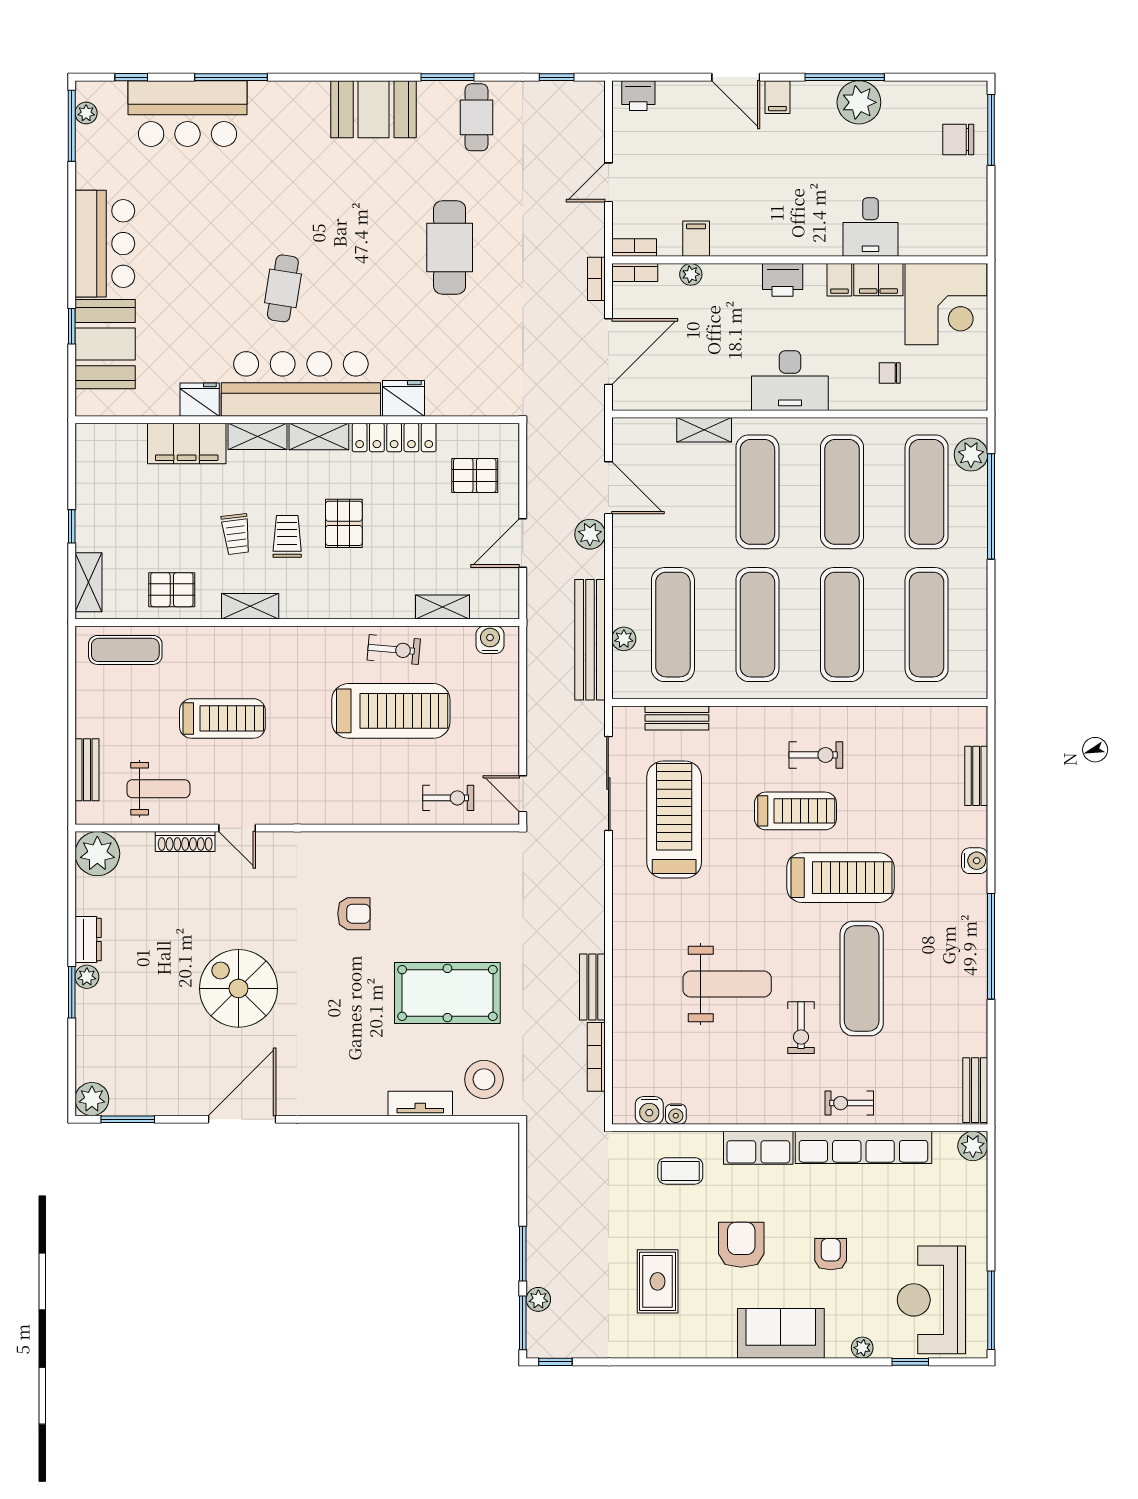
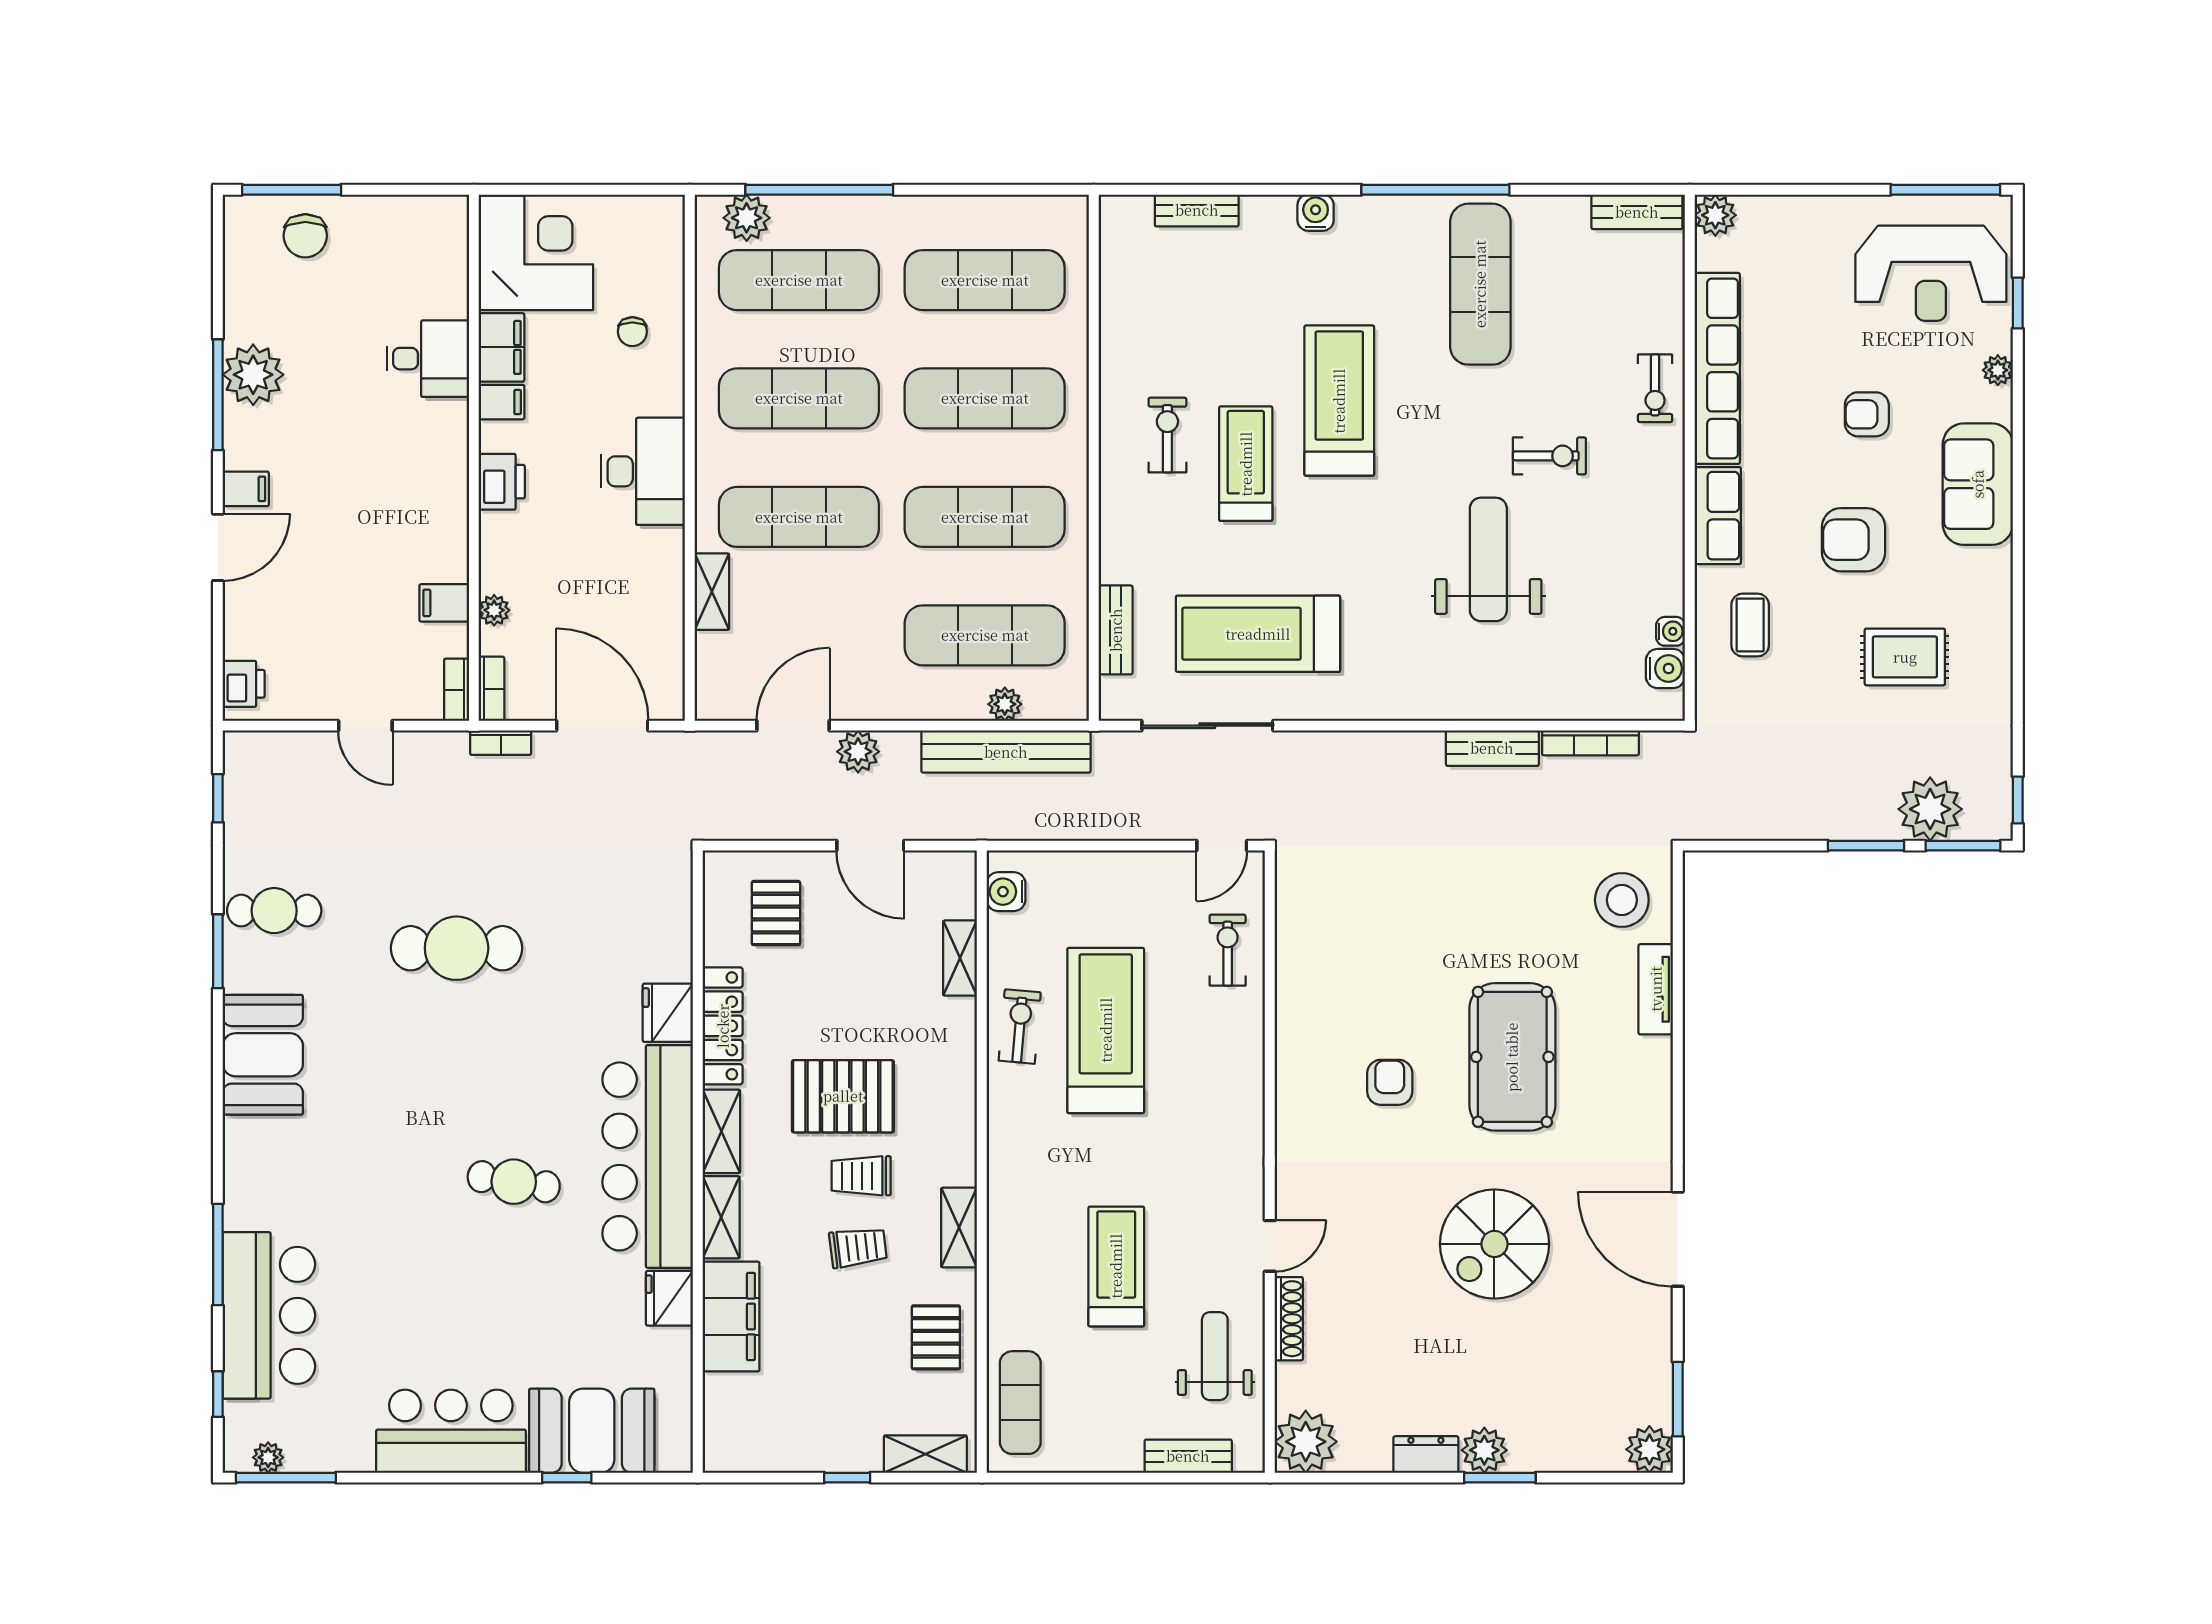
pallet: (344, 523) -> (843, 1096), width x1.50, depth x1.42
plant: (87, 977) -> (1484, 1450), width x1.38, depth x1.38
exercise mat: (862, 978) -> (1480, 284), moved, turned 90
pool table: (447, 993) -> (1512, 1057), moved
plant: (538, 1299) -> (1930, 809), width x1.87, depth x1.87

